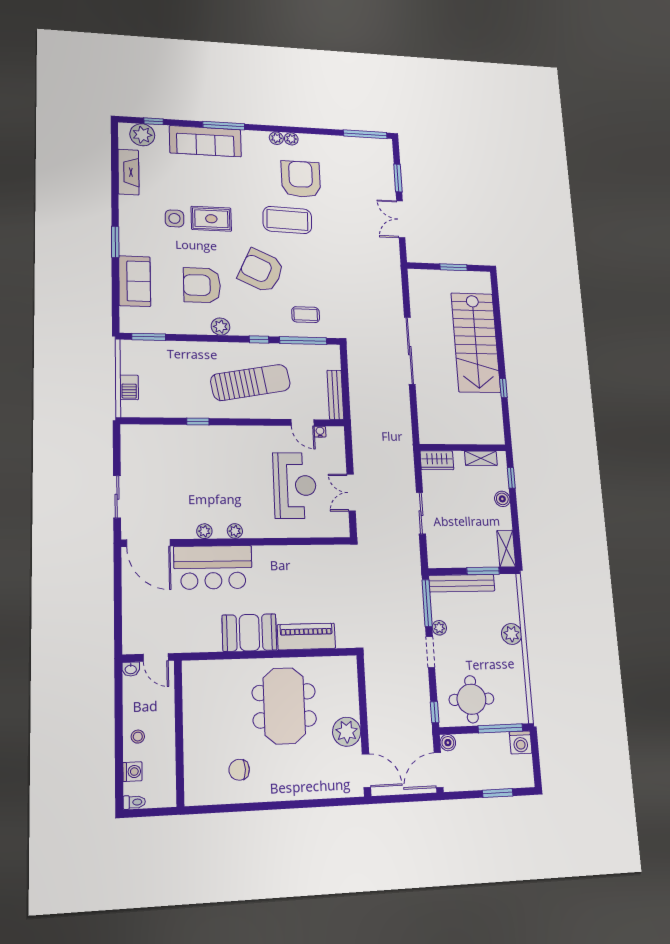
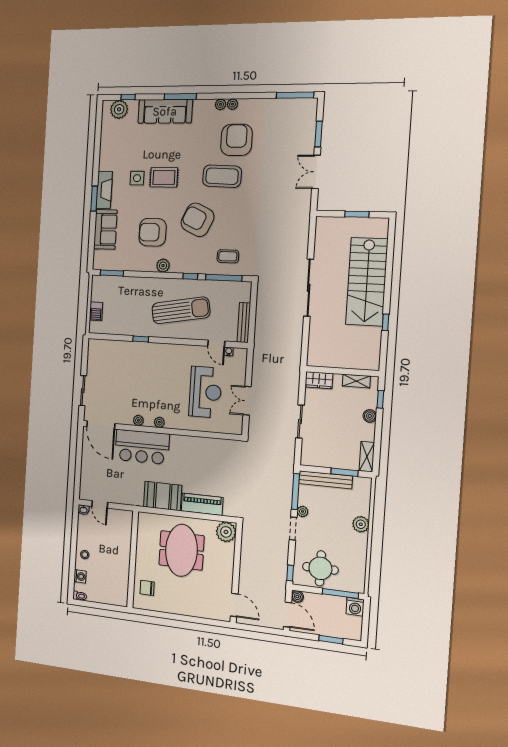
fireplace: (128, 172) -> (104, 190), moved
plant: (347, 732) -> (226, 532), moved
wall: (179, 733) -> (133, 559), moved
door: (439, 770) -> (287, 615), swing flipped

